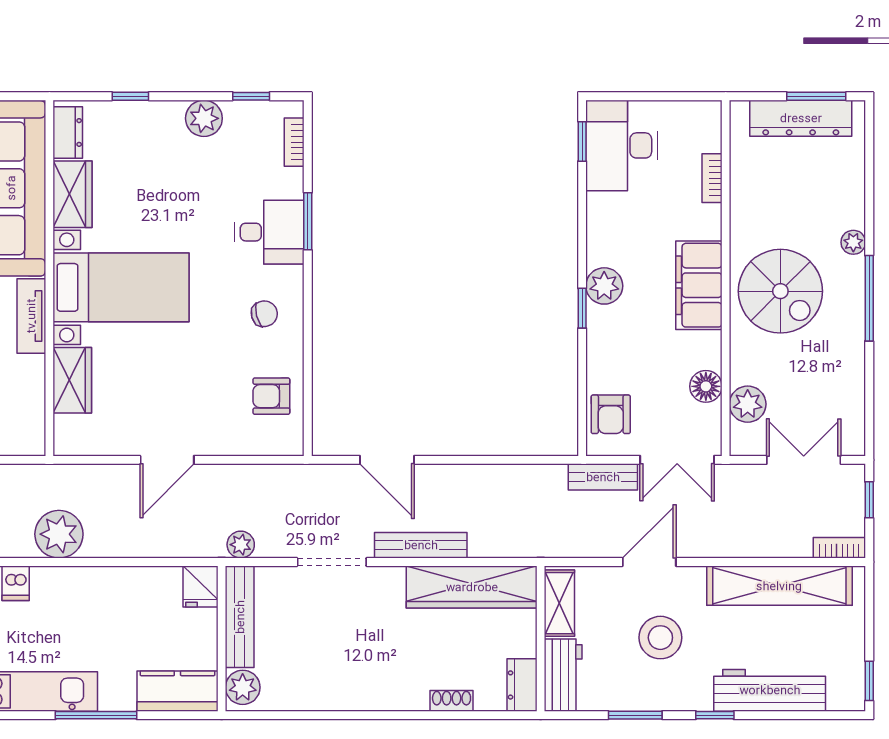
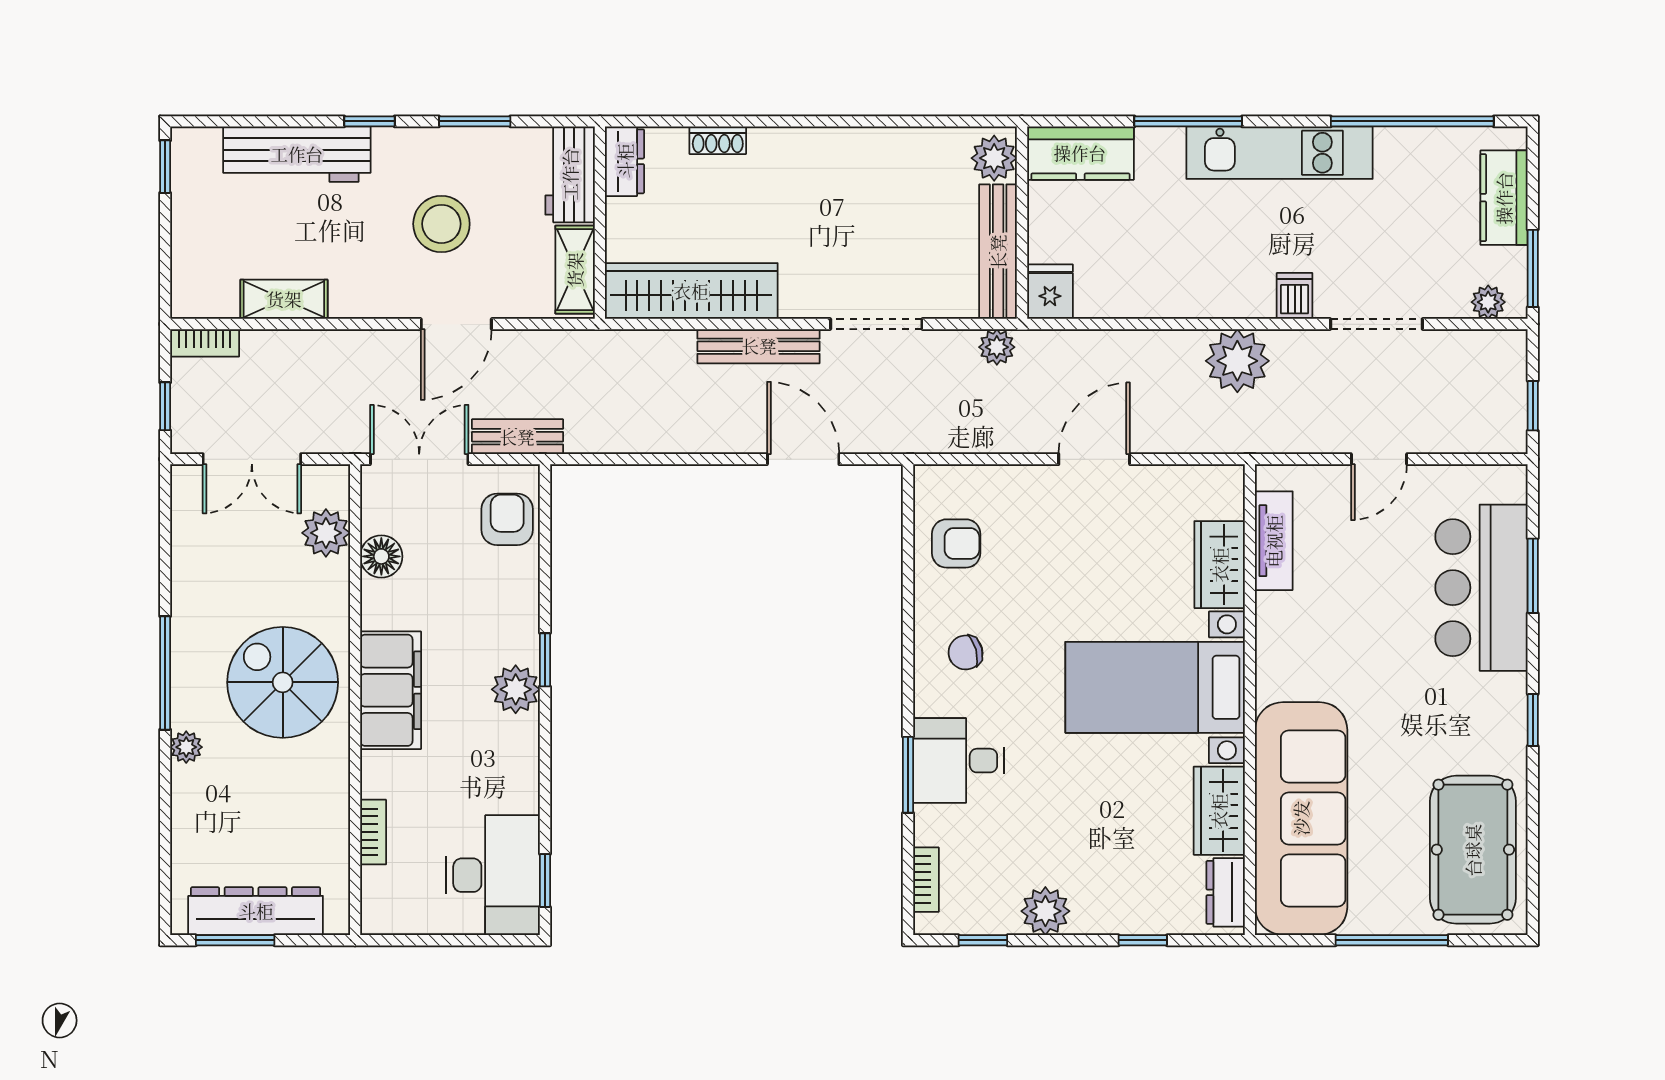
tv unit: (31, 316) -> (1274, 541), moved
shelving: (779, 586) -> (284, 299), width x0.45, depth x0.75

